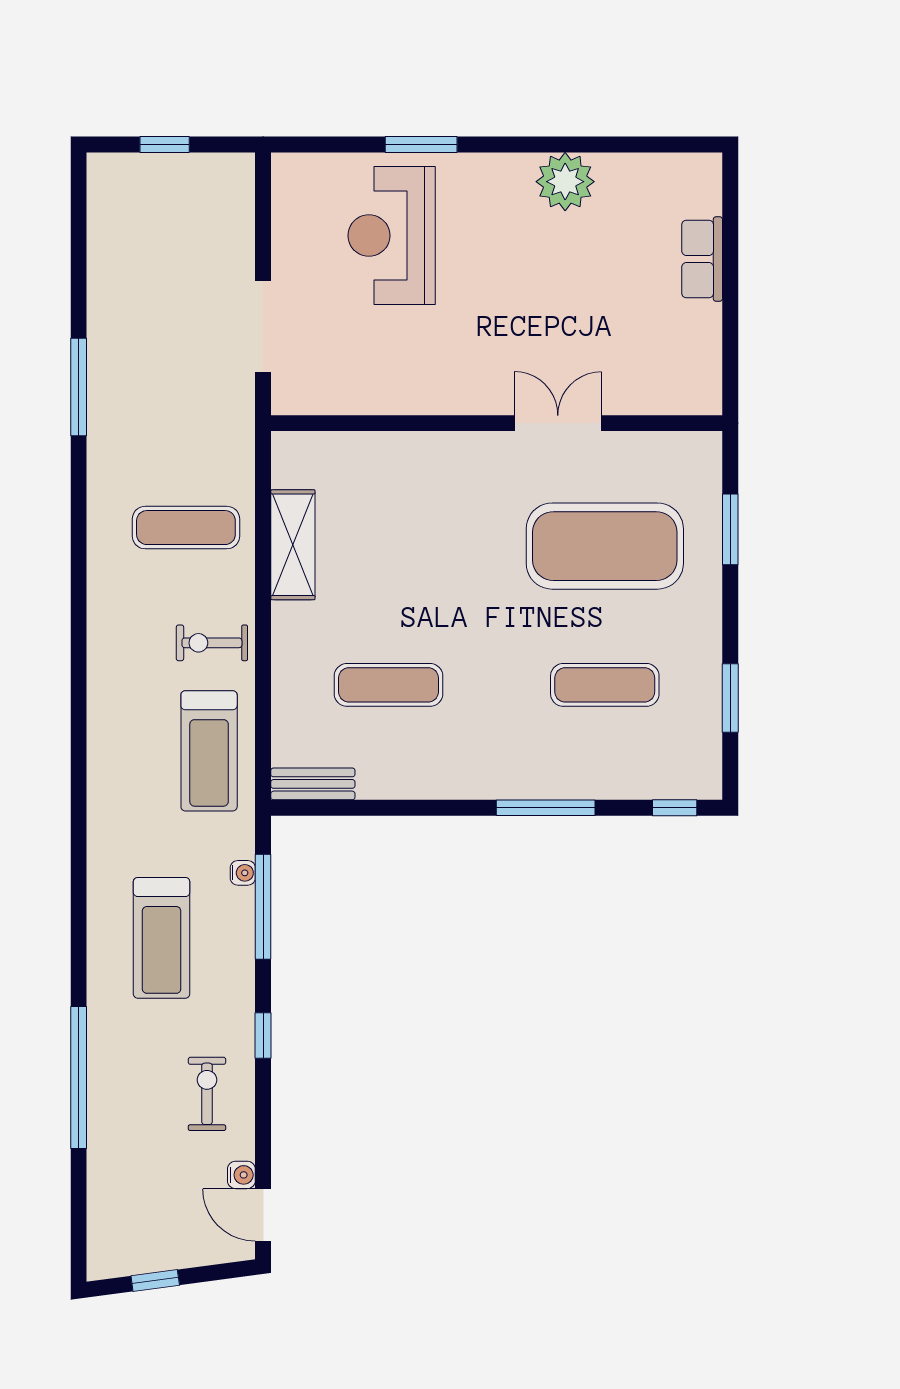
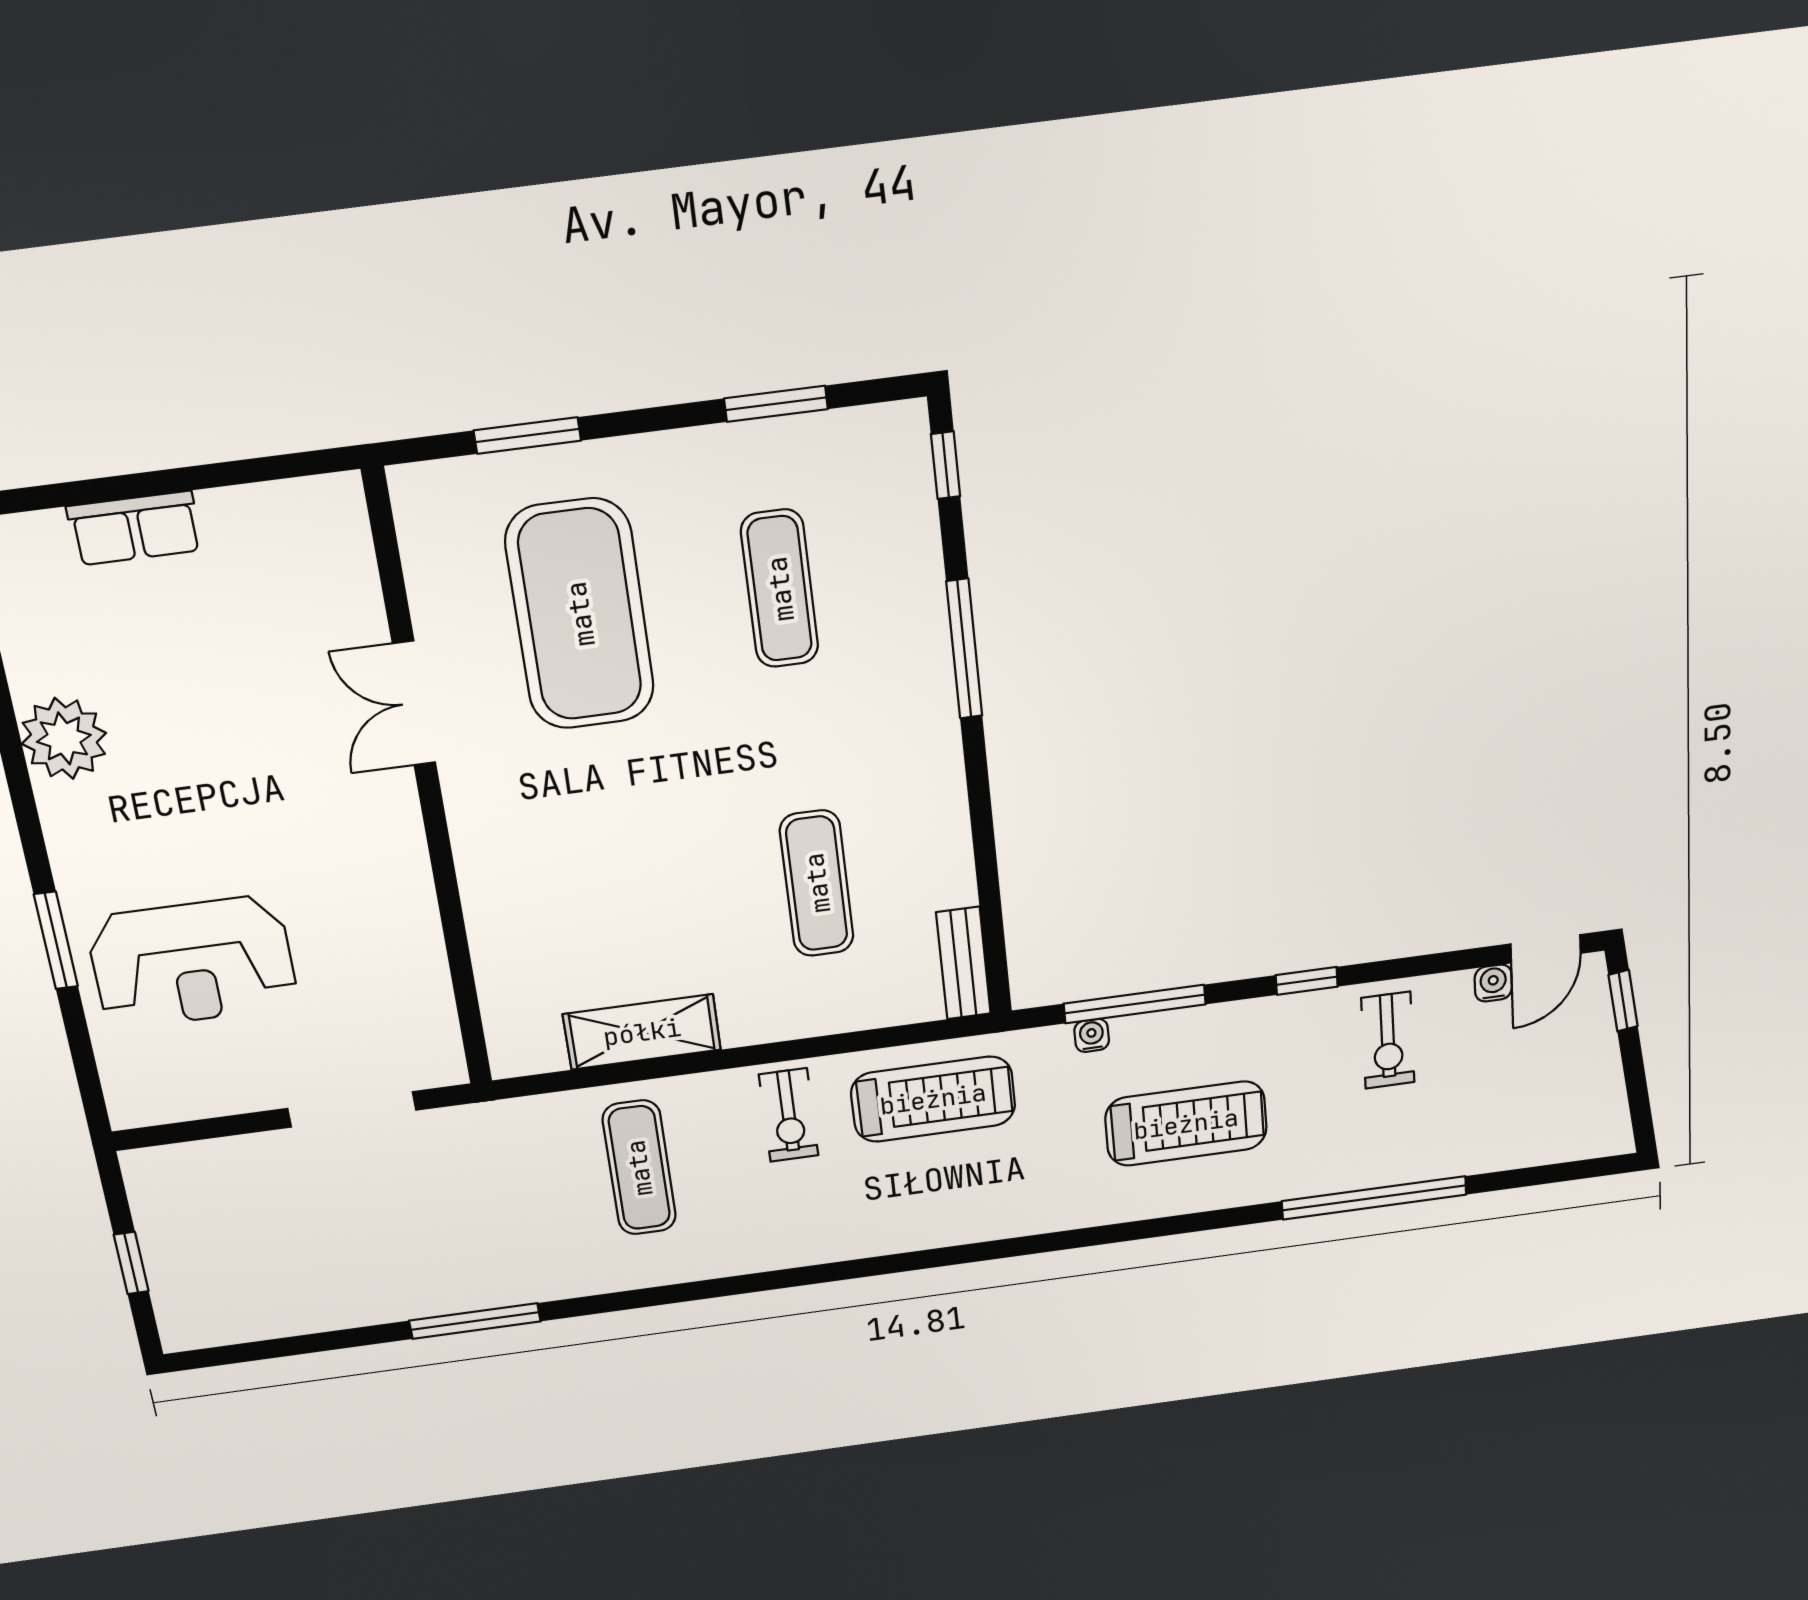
exercise bike: (207, 1094) -> (1388, 1040), turned -90
window: (155, 1280) -> (1623, 1001), moved

